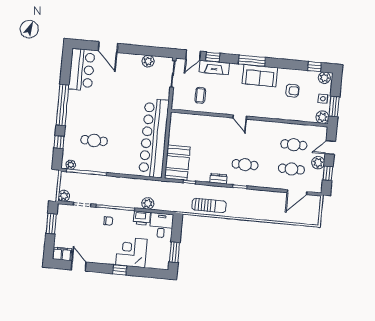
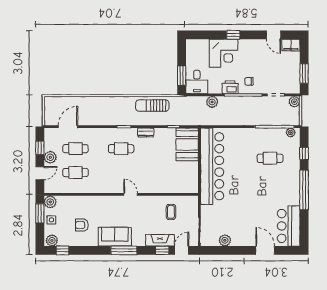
printer: (142, 218) -> (230, 87), moved
window: (174, 252) -> (182, 76), moved

